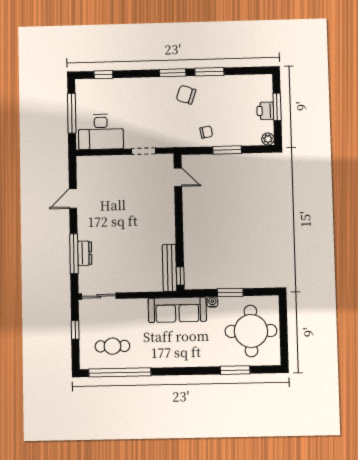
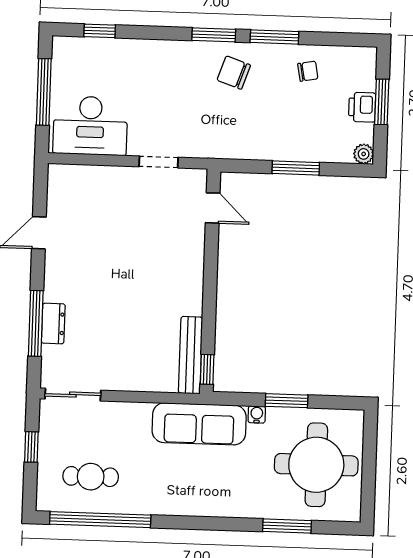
chair: (206, 132) -> (308, 71), moved

